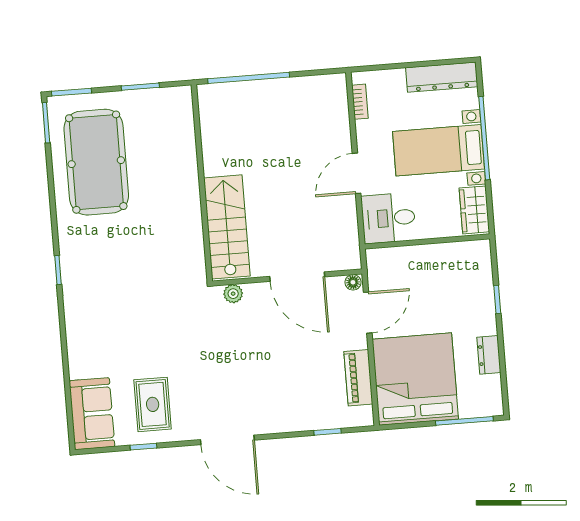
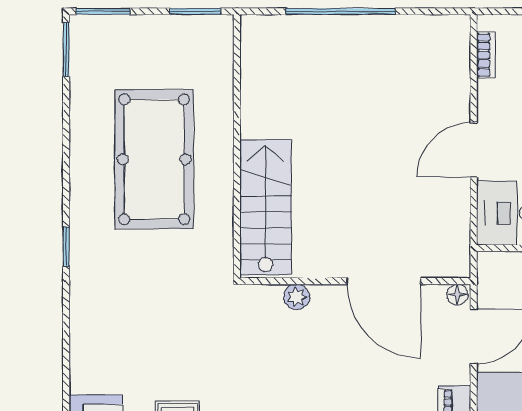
pool table: (96, 162) -> (154, 159), moved
wall: (202, 183) -> (237, 146), moved
stairs: (227, 227) -> (266, 207), moved

